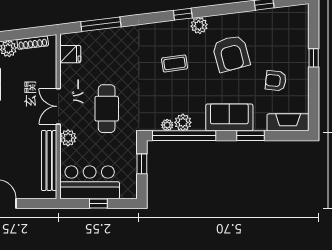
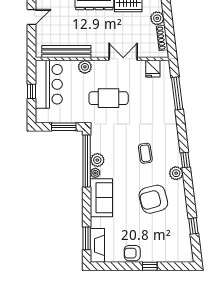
armchair: (276, 81) -> (132, 253), moved, turned -96
double door: (58, 106) -> (123, 59), moved
plant: (167, 125) -> (95, 173), moved
window: (251, 136) -> (87, 238), moved
window: (142, 164) -> (64, 127), width x1.50

